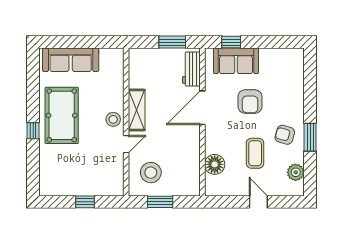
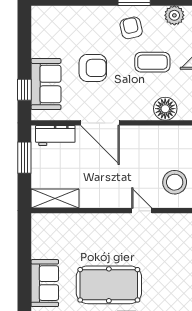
sofa: (71, 60) -> (45, 283), width x0.73
shelving: (137, 110) -> (55, 199), moved
stool: (113, 119) -> (113, 226), removed
armchair: (285, 135) -> (131, 28), turned 151

